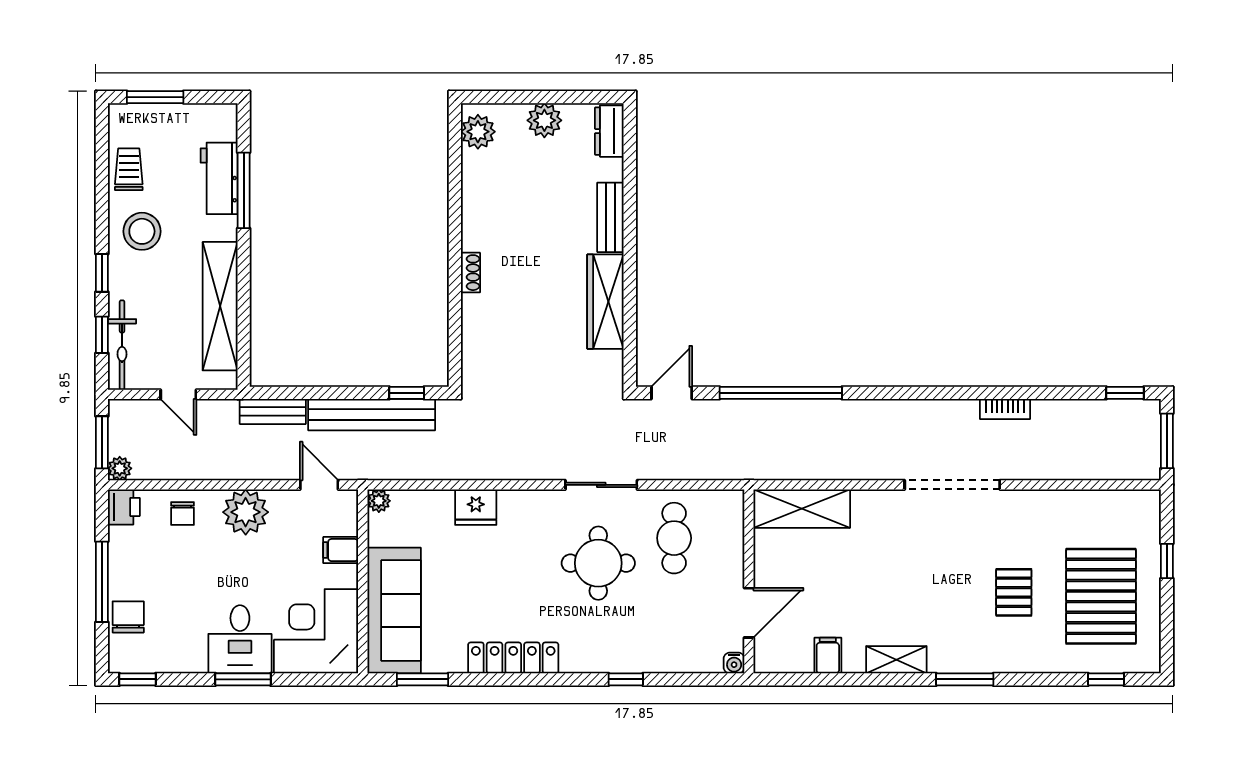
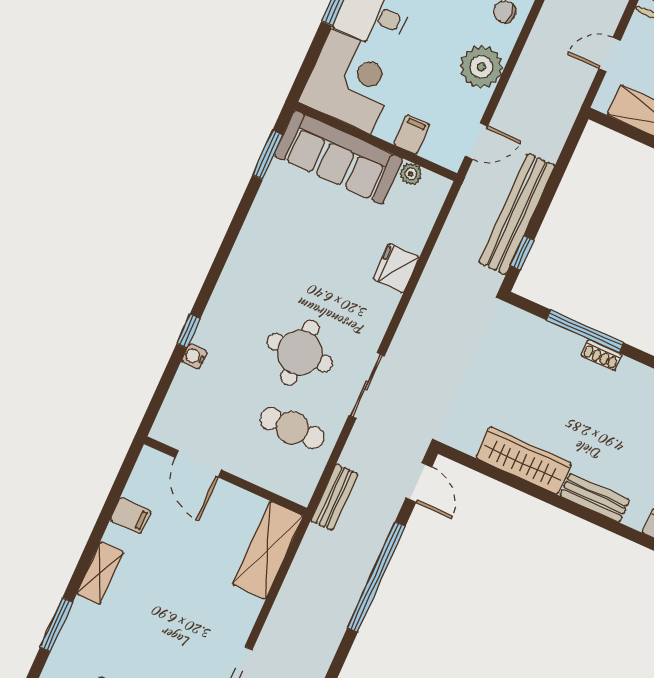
window: (455, 298) -> (585, 331), added
bench: (273, 411) -> (334, 497), moved
plant: (379, 501) -> (411, 174), moved
locker: (513, 658) -> (251, 242), removed
water cooler: (734, 663) -> (194, 356), moved

